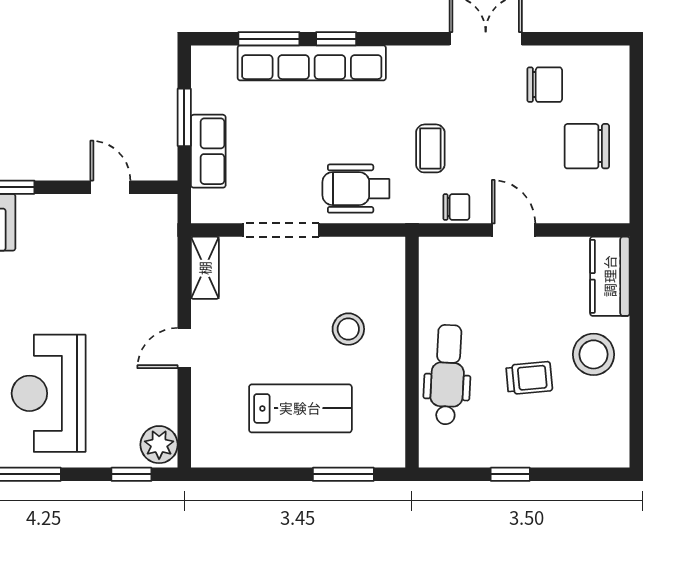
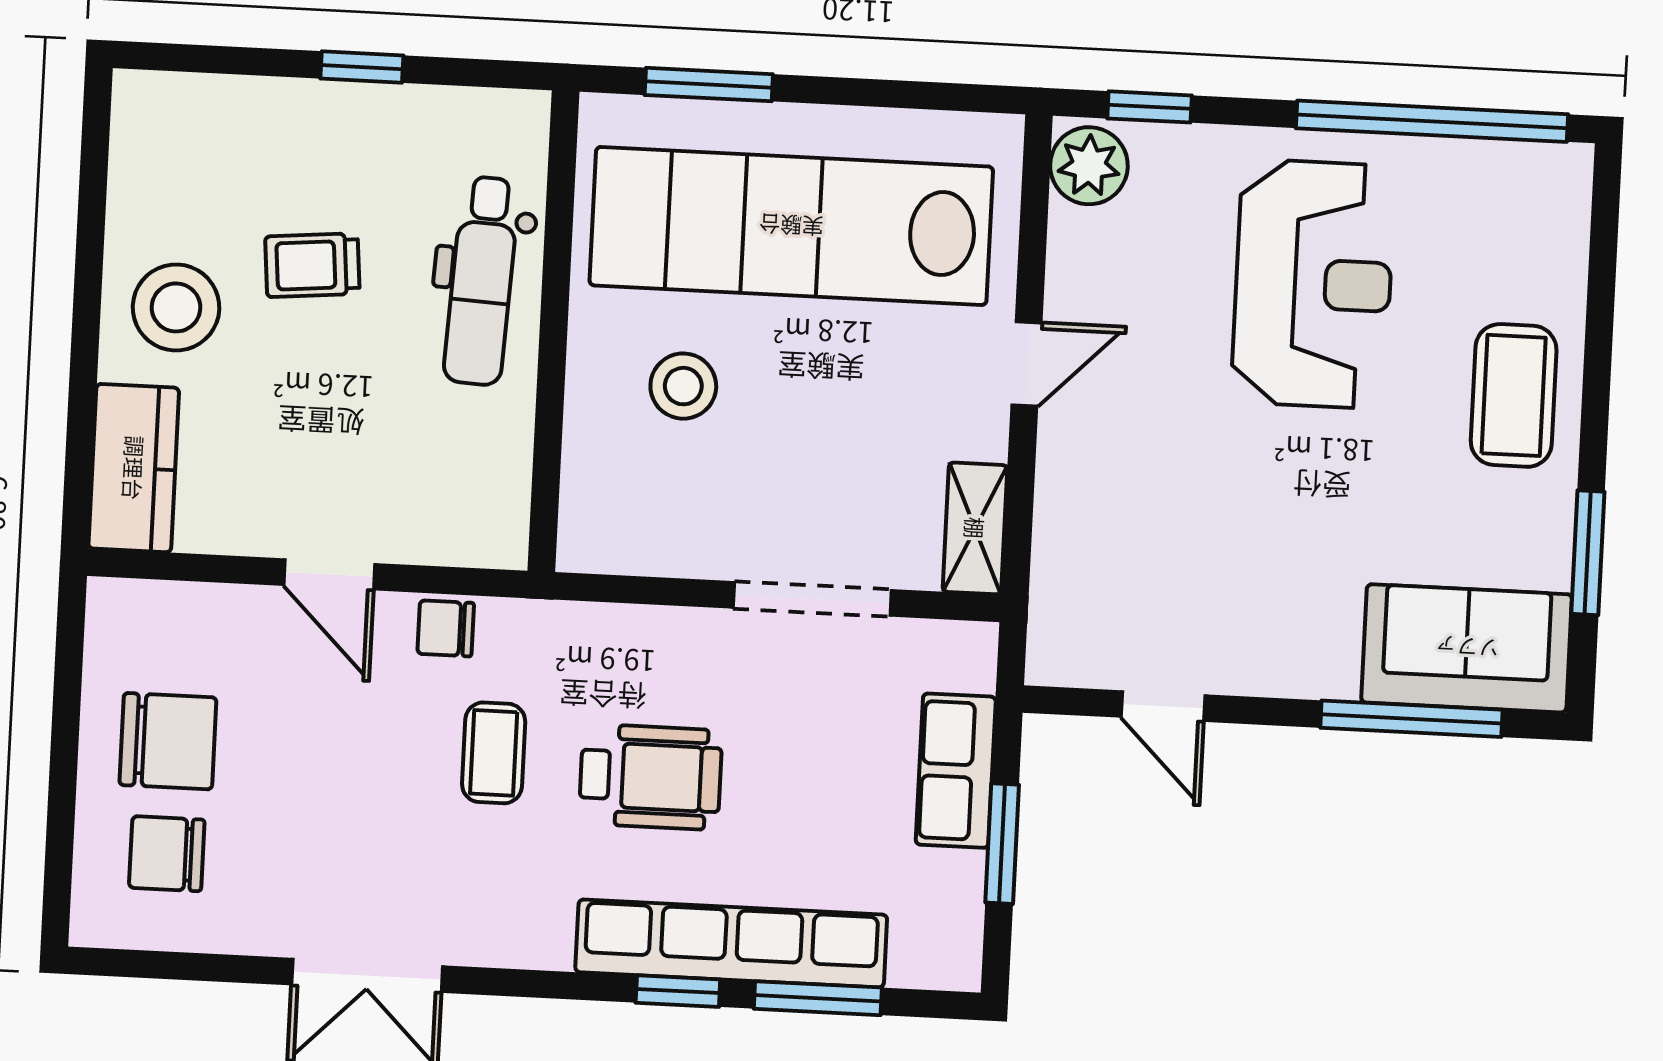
chair: (545, 85) -> (167, 854), moved
wheelchair: (356, 189) -> (651, 777), moved
lab bench: (300, 408) -> (791, 226), width x1.86, depth x1.39

